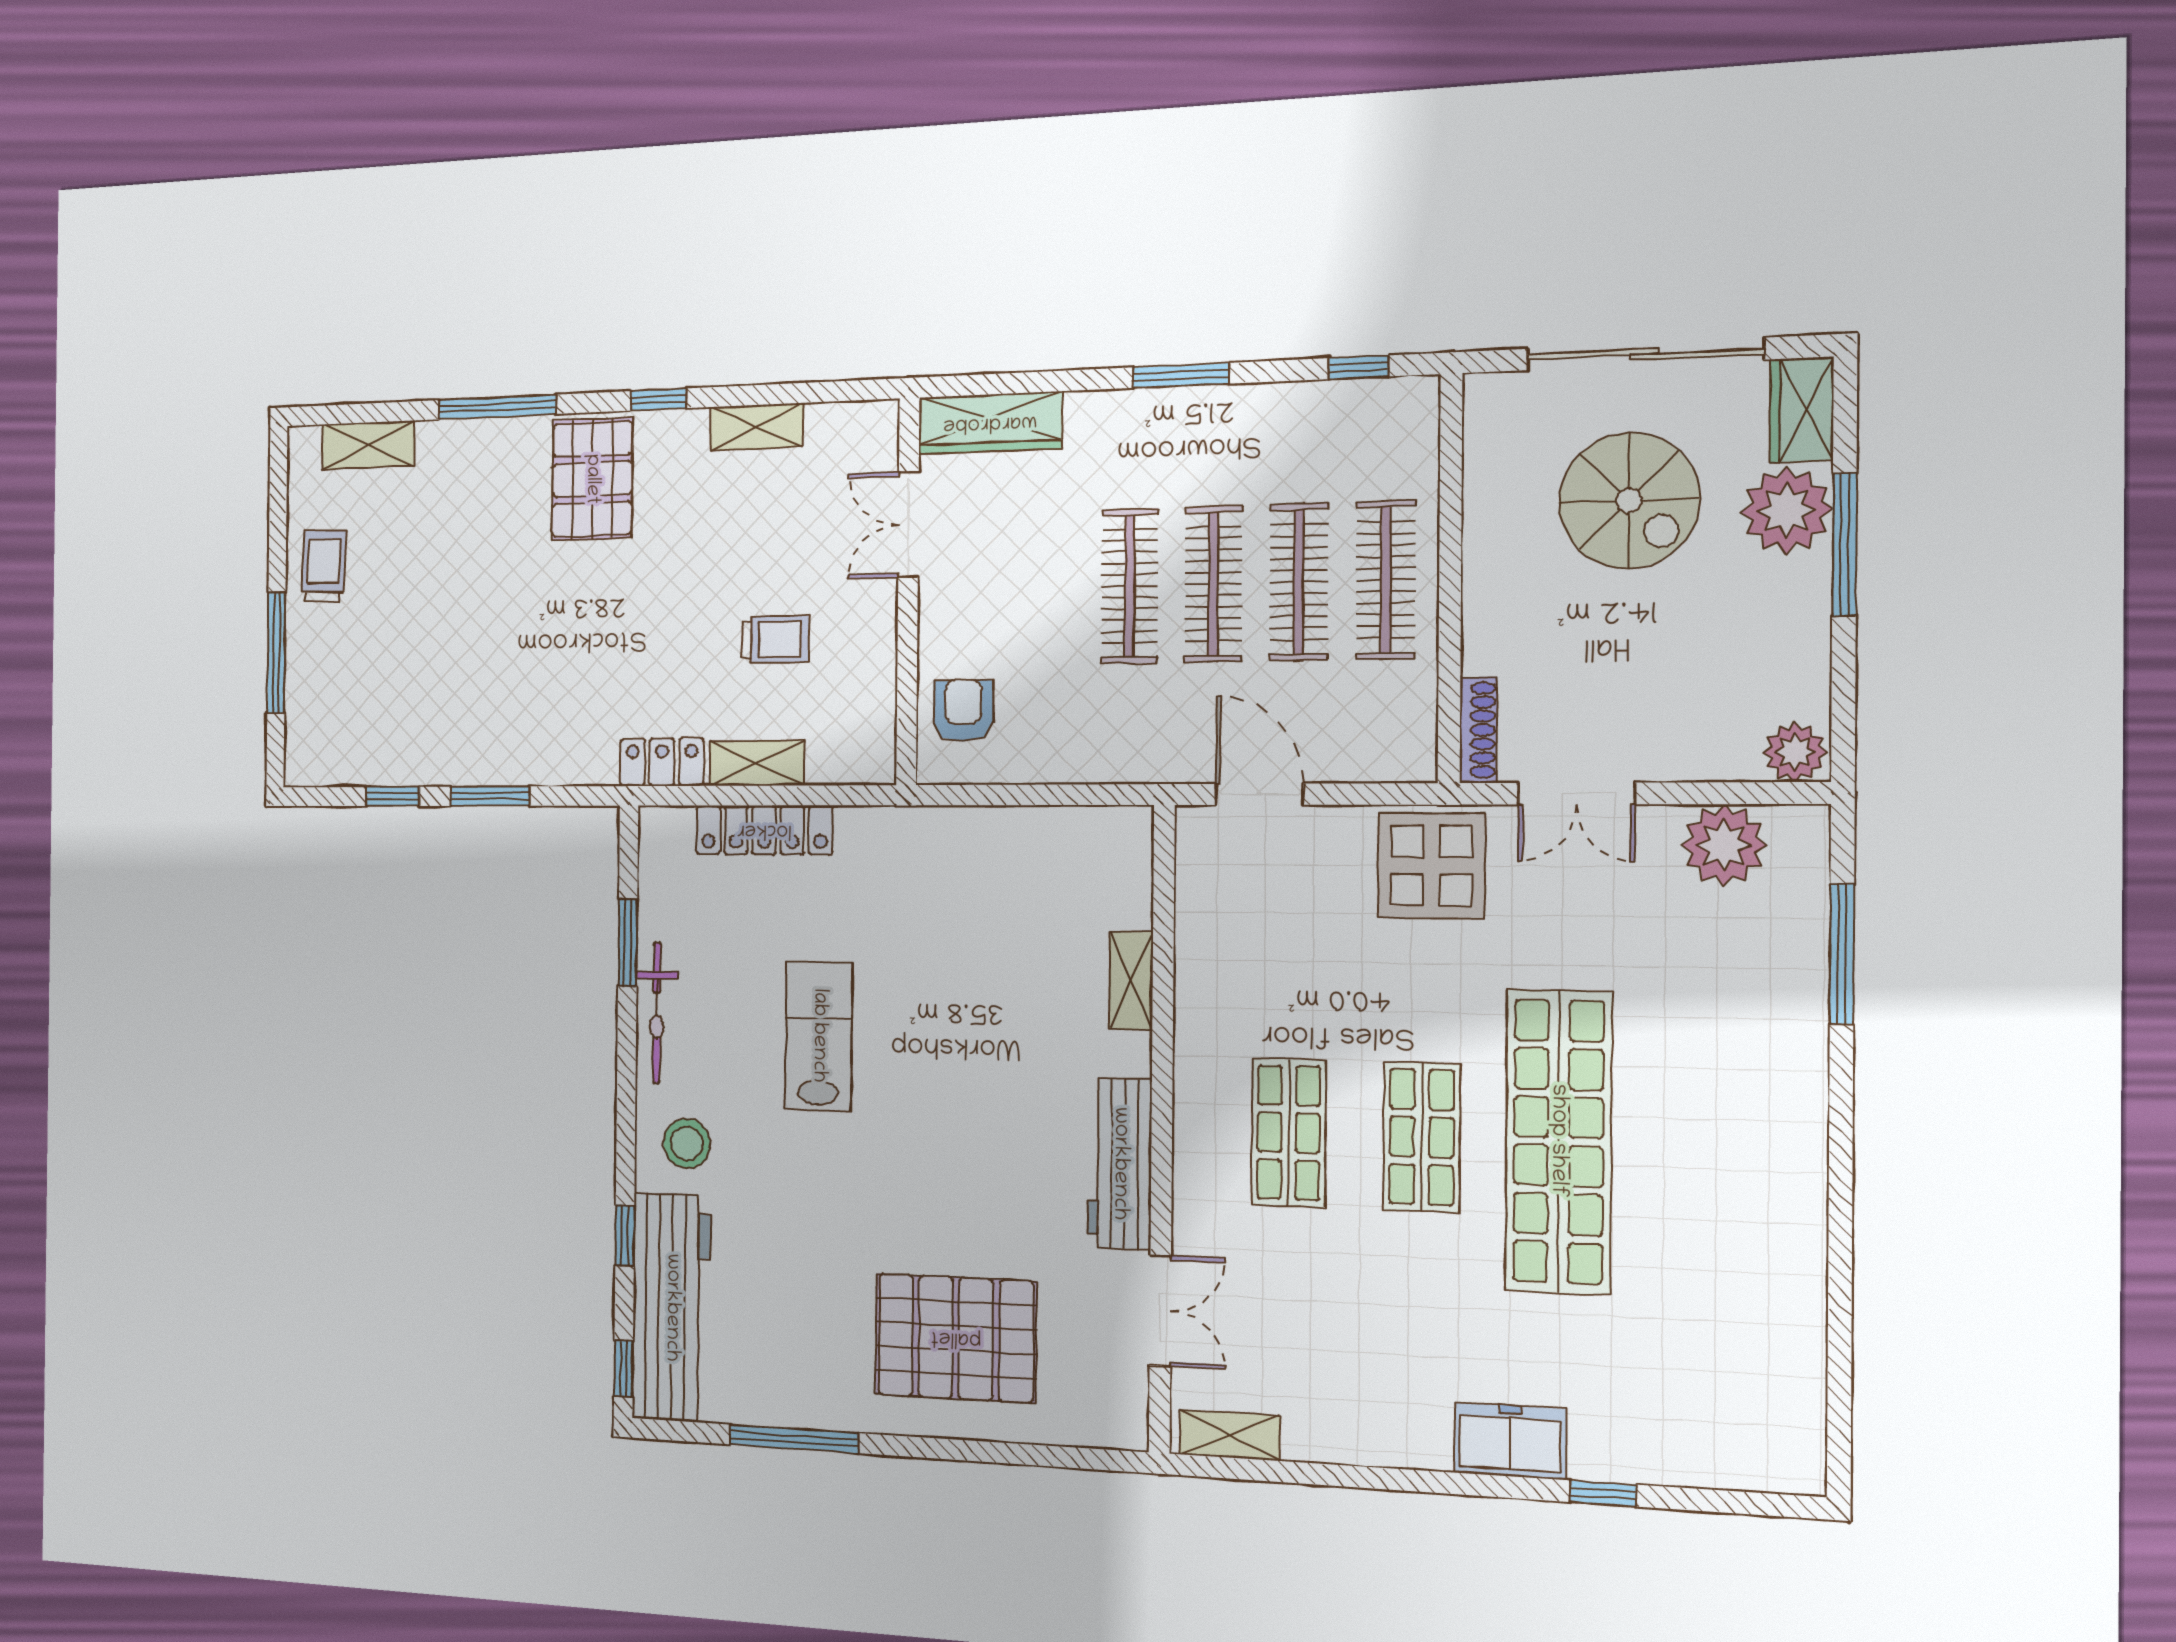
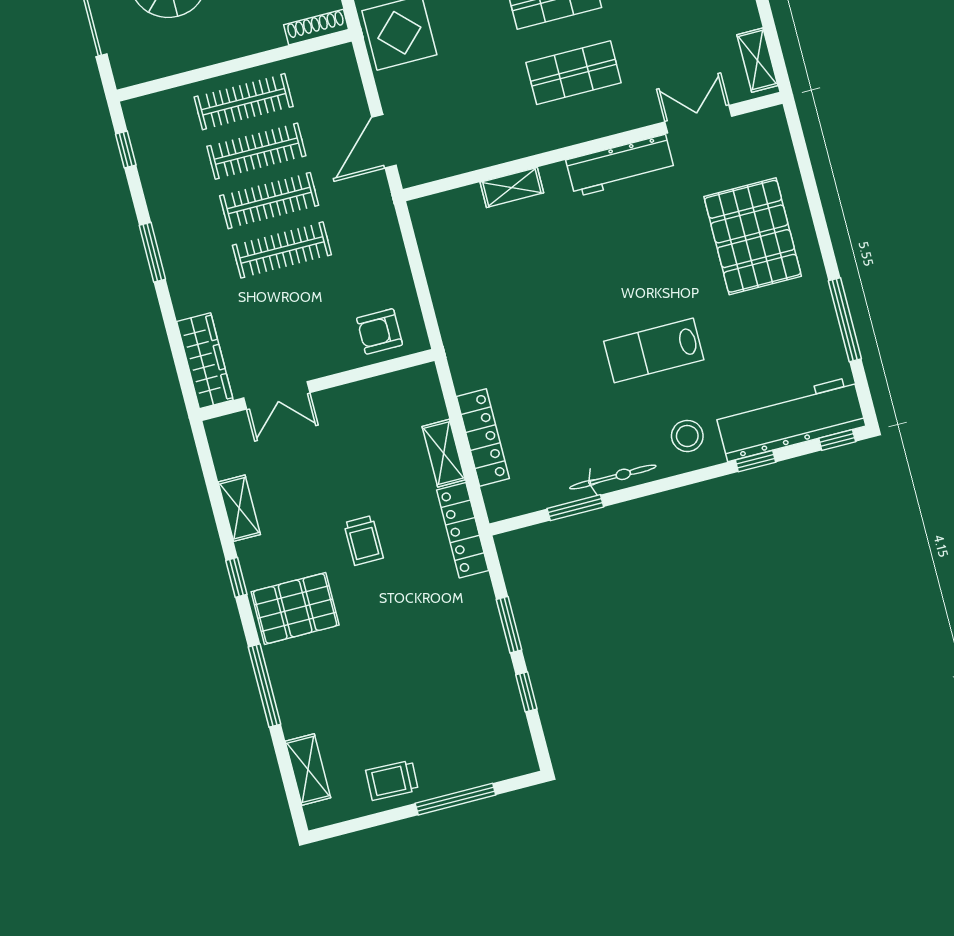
trolley: (775, 639) -> (363, 540), moved, turned 180
locker: (662, 762) -> (463, 530), width x1.53
lab bench: (819, 1036) -> (654, 350), moved

